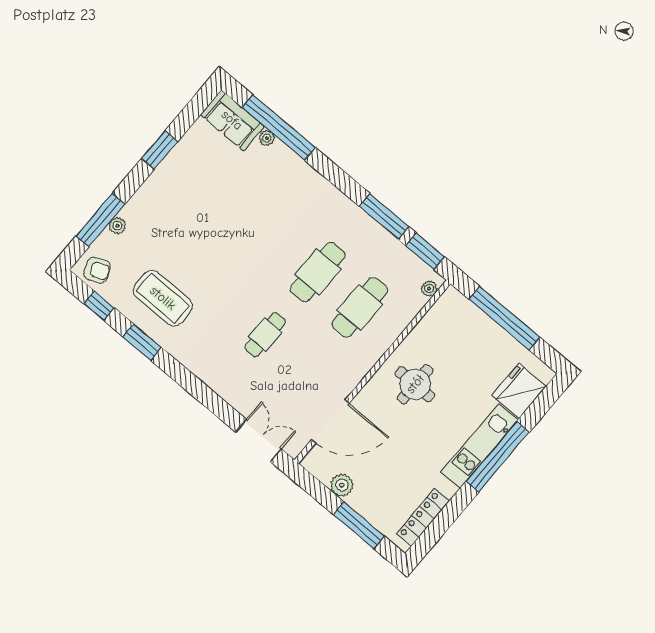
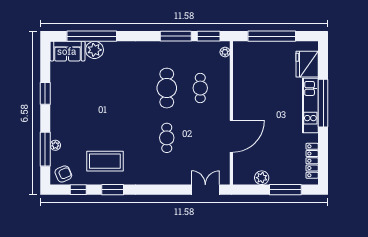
plant: (267, 138) -> (95, 50), width x1.88, depth x1.88
cafe table: (360, 307) -> (200, 88), width x0.73, depth x0.74
round table: (415, 384) -> (256, 102), removed
door: (330, 422) -> (231, 136), moved

